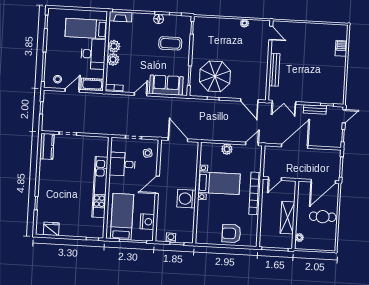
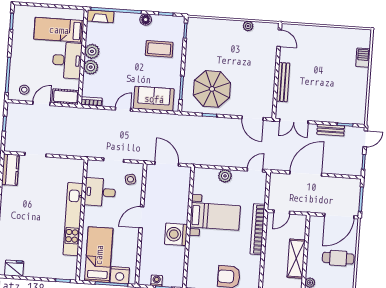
nightstand: (147, 222) -> (120, 275), moved, turned 90

